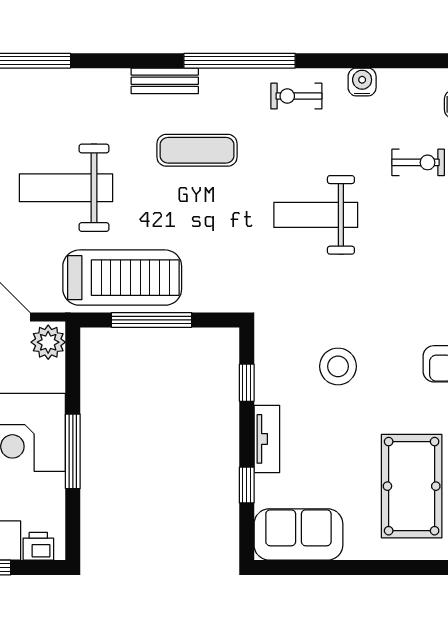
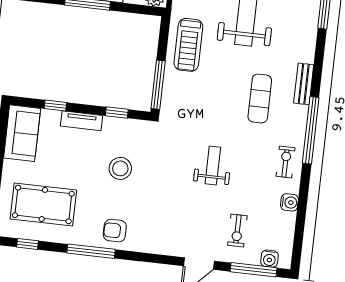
weight bench: (316, 215) -> (213, 165), width x0.73, depth x0.75
treadmill: (122, 278) -> (188, 45), width x0.73, depth x0.73
window: (152, 320) -> (158, 85), moved

